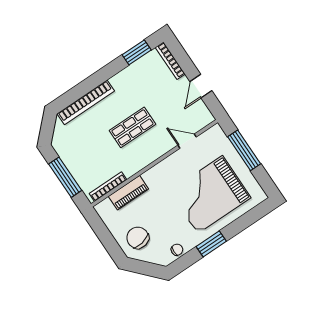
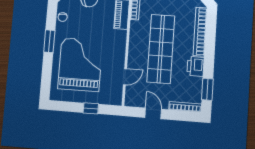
printer: (123, 81) -> (196, 66), added
shop shelf: (133, 127) -> (161, 49), width x2.00, depth x1.36
window: (244, 150) -> (91, 108), width x0.46

